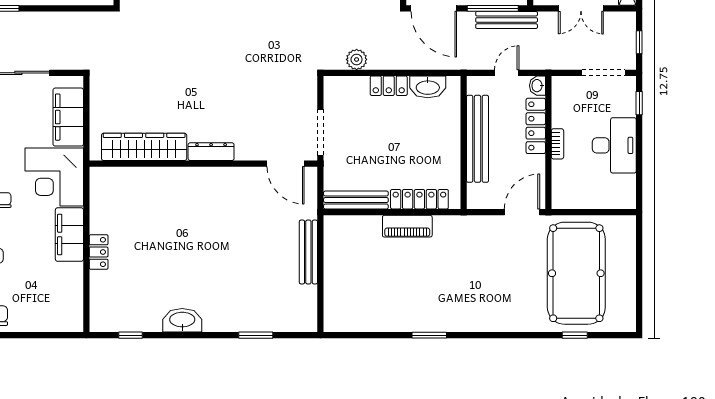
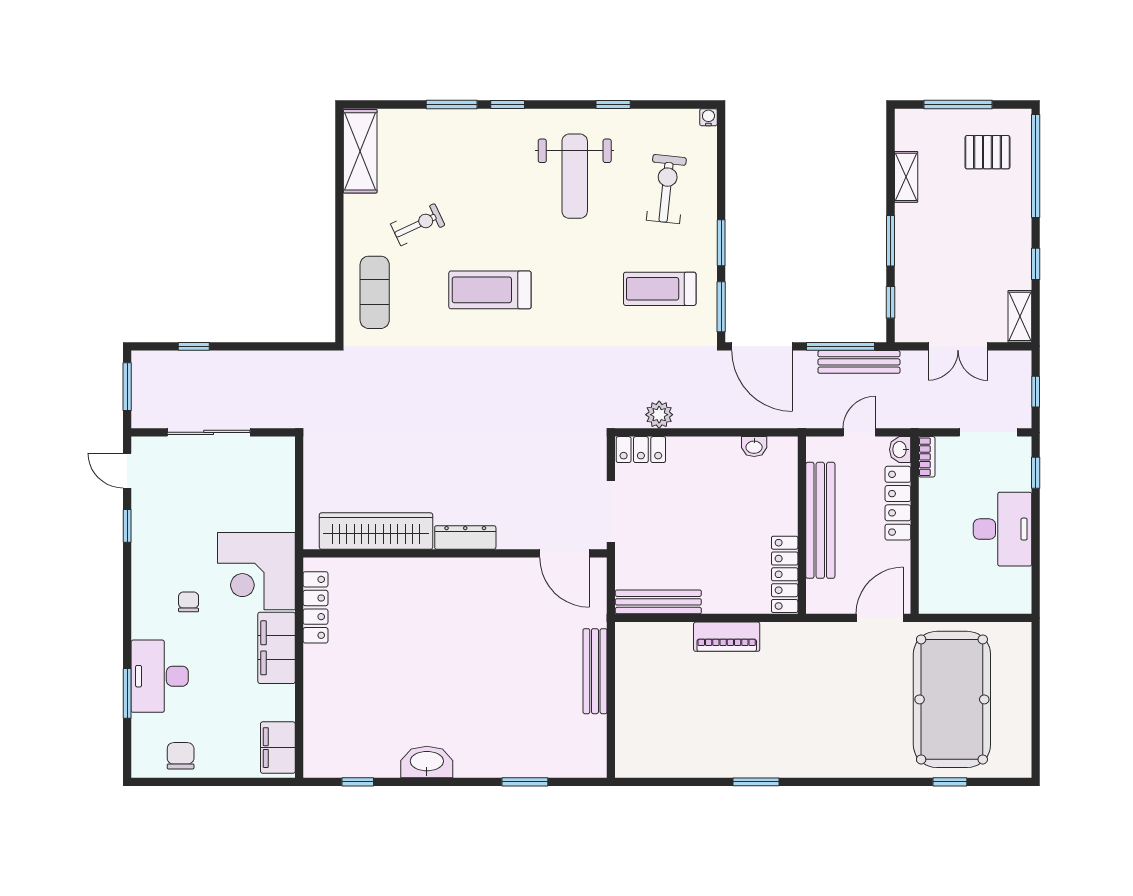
locker: (389, 86) -> (641, 450), moved
washbasin: (428, 87) -> (754, 447), width x0.52, depth x0.69
filing cabinet: (68, 117) -> (278, 748), moved, width x0.67, depth x0.86
bookcase: (557, 144) -> (927, 457), moved
locker: (419, 199) -> (785, 574), moved, turned -90
locker: (99, 252) -> (316, 607), moved, width x1.53

